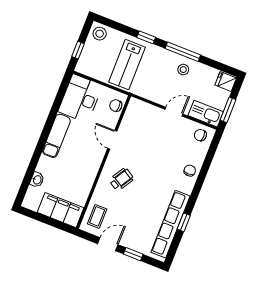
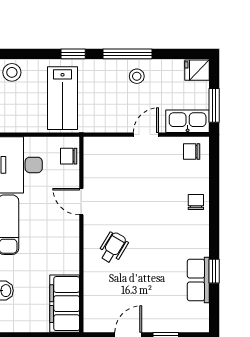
filing cabinet: (61, 210) -> (65, 304), moved, turned -90
coffee table: (97, 216) -> (101, 307), removed
row of seats: (171, 224) -> (198, 280), width x0.50

